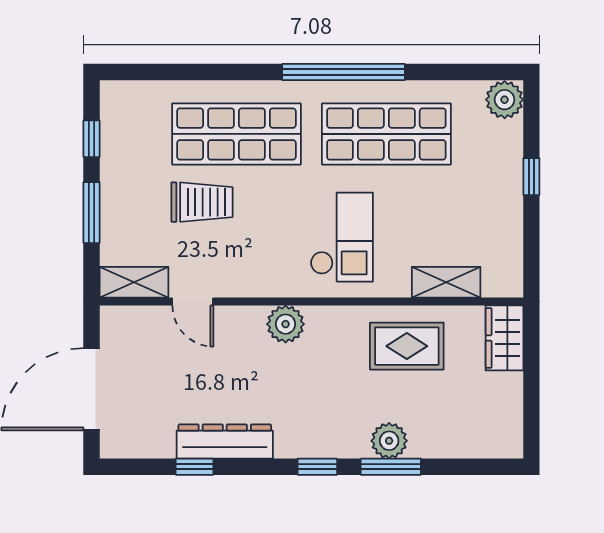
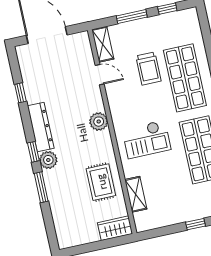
door: (193, 302) -> (100, 75), swing flipped
plant: (389, 441) -> (48, 160), moved
dresser: (225, 442) -> (41, 127), moved

